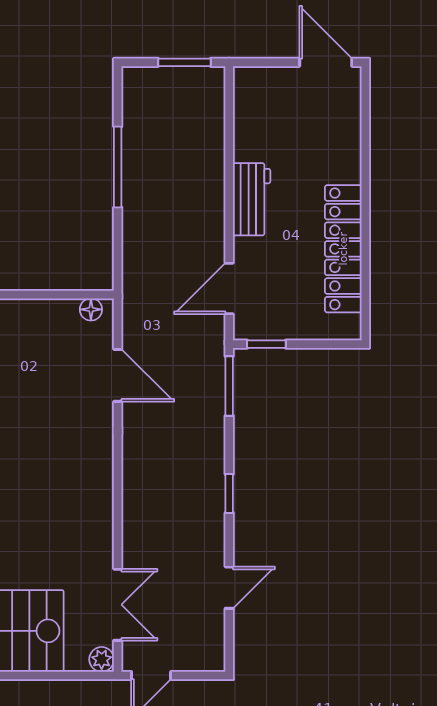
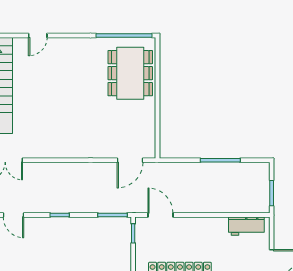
workbench: (252, 199) -> (246, 226), moved
floor lamp: (91, 309) -> (150, 147), removed
door: (118, 375) -> (130, 160), moved

